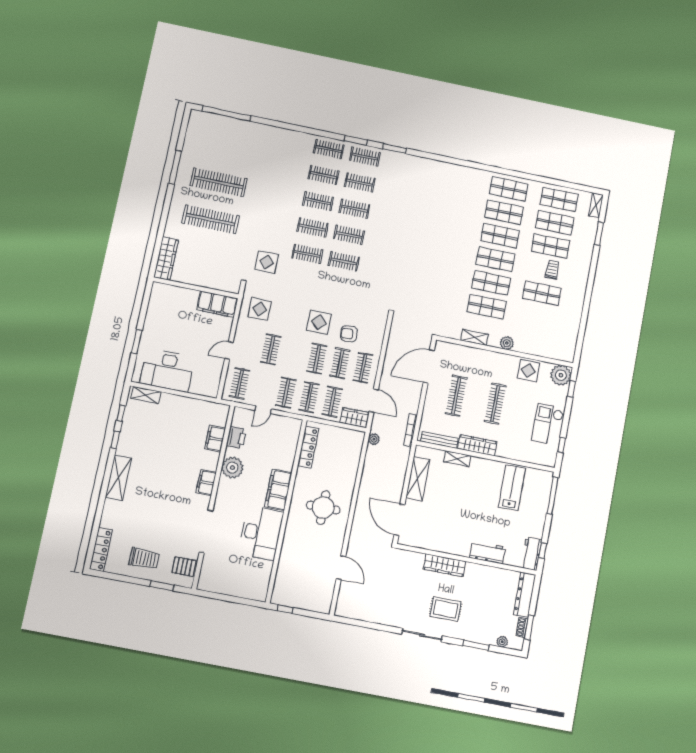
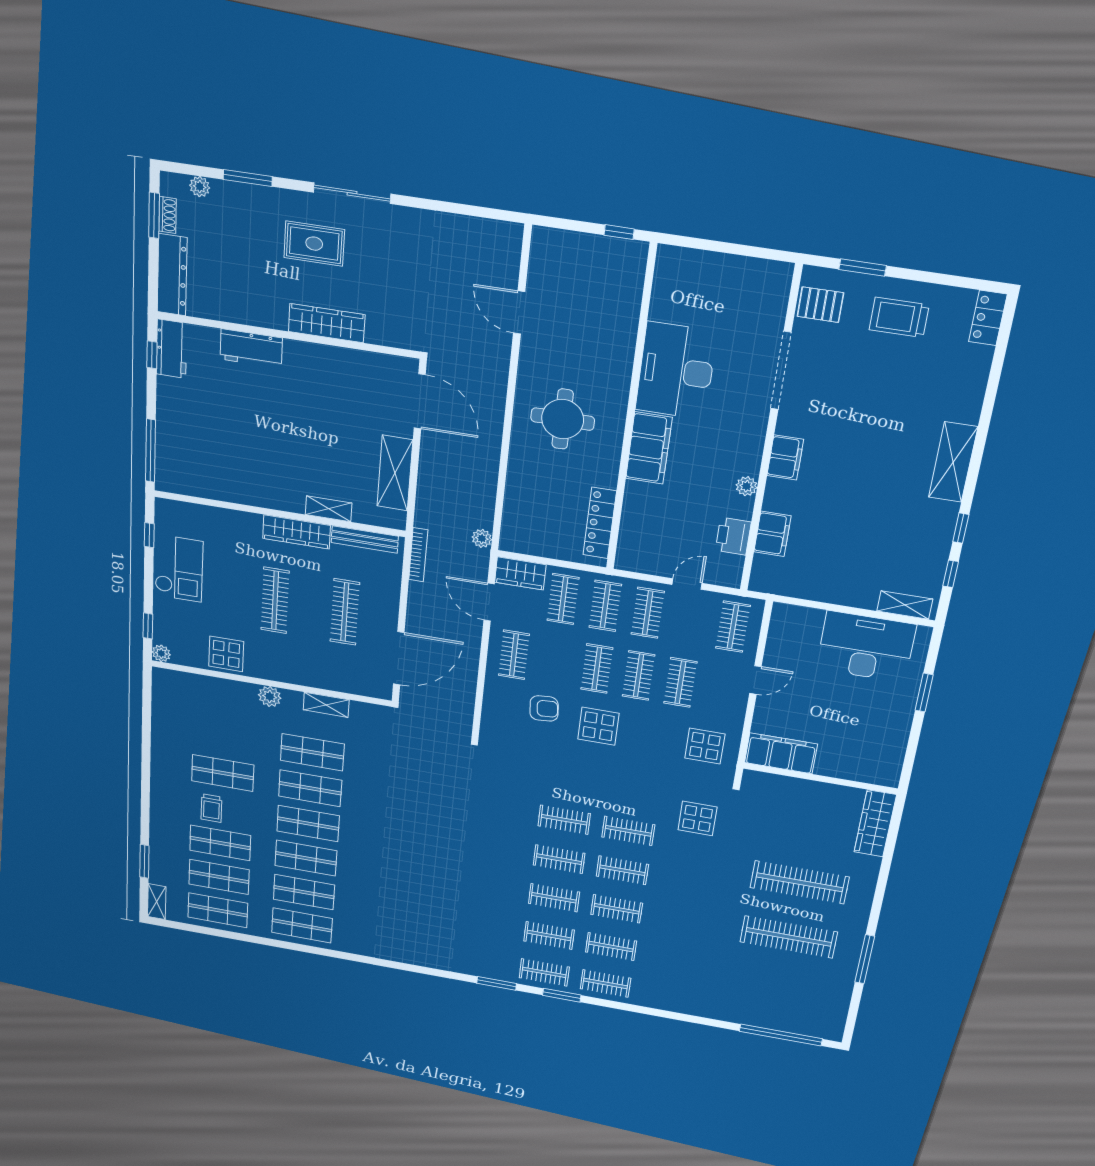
clothes rail: (340, 363) -> (638, 675), moved
plant: (561, 375) -> (161, 653), width x0.53, depth x0.53
plant: (232, 468) -> (746, 486), width x0.53, depth x0.53
lab bench: (512, 488) -> (224, 462), removed
locker: (101, 549) -> (988, 318), width x0.66

